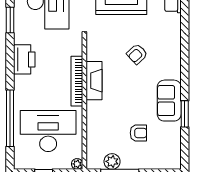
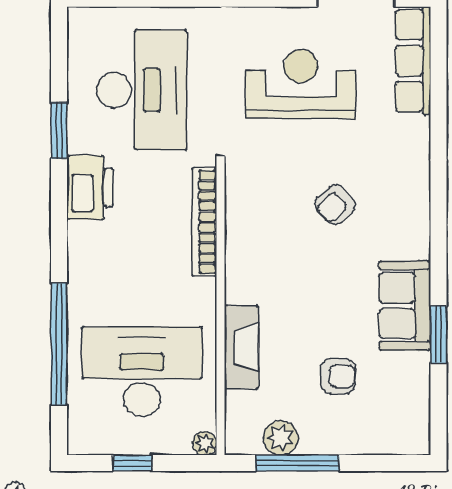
printer: (24, 59) -> (90, 187), moved
bookcase: (77, 81) -> (204, 222), moved
fireplace: (94, 81) -> (241, 347), moved

